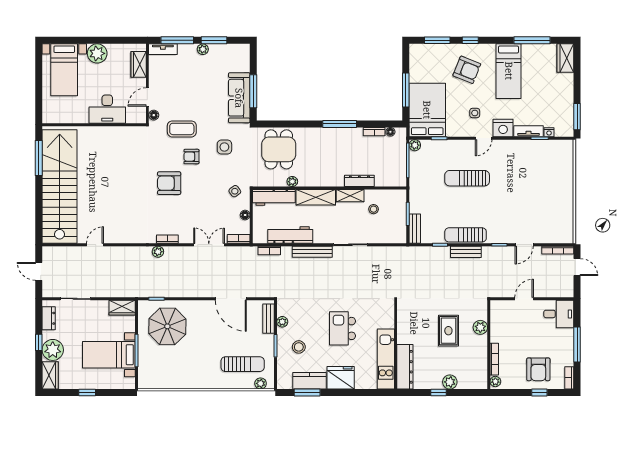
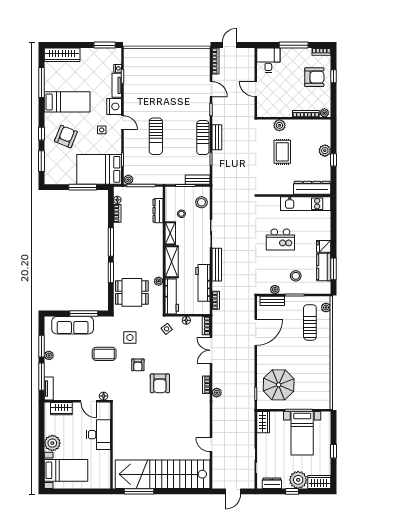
wardrobe: (565, 58) -> (62, 55), width x1.50
sofa: (239, 98) -> (73, 325), moved
window: (303, 124) -> (111, 272), added
coffee table: (182, 129) -> (104, 354), moved, turned 90
dresser: (359, 181) -> (158, 211), moved
stool: (387, 233) -> (201, 202), added
rug: (448, 331) -> (282, 152), turned 90
fridge: (341, 378) -> (324, 246), width x0.53, depth x0.75

